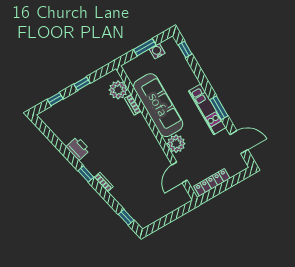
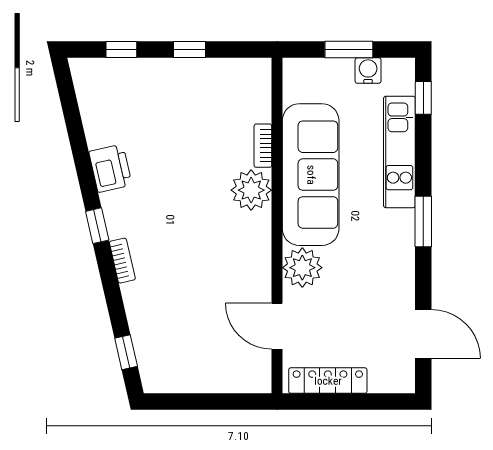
plant: (118, 90) -> (251, 190), moved
window: (219, 108) -> (423, 221), moved
kitchen unit: (207, 109) -> (399, 152), moved
door: (180, 172) -> (277, 326), hinge flipped

